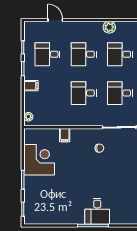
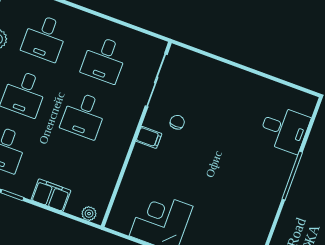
filing cabinet: (31, 86) -> (51, 195), width x2.00
filing cabinet: (65, 135) -> (149, 137), moved
desk: (97, 211) -> (284, 129), moved

